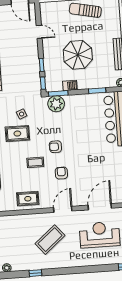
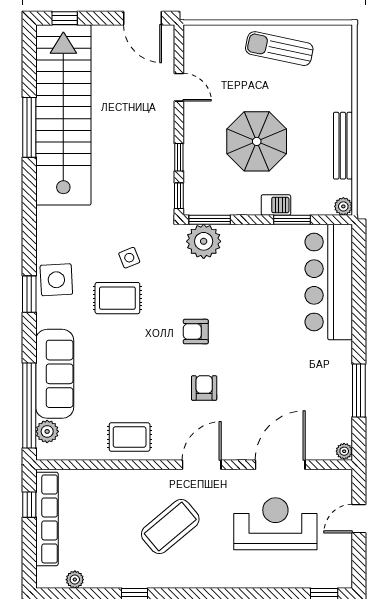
barbecue: (70, 86) -> (276, 205), moved
coffee table: (35, 162) -> (151, 362), removed

